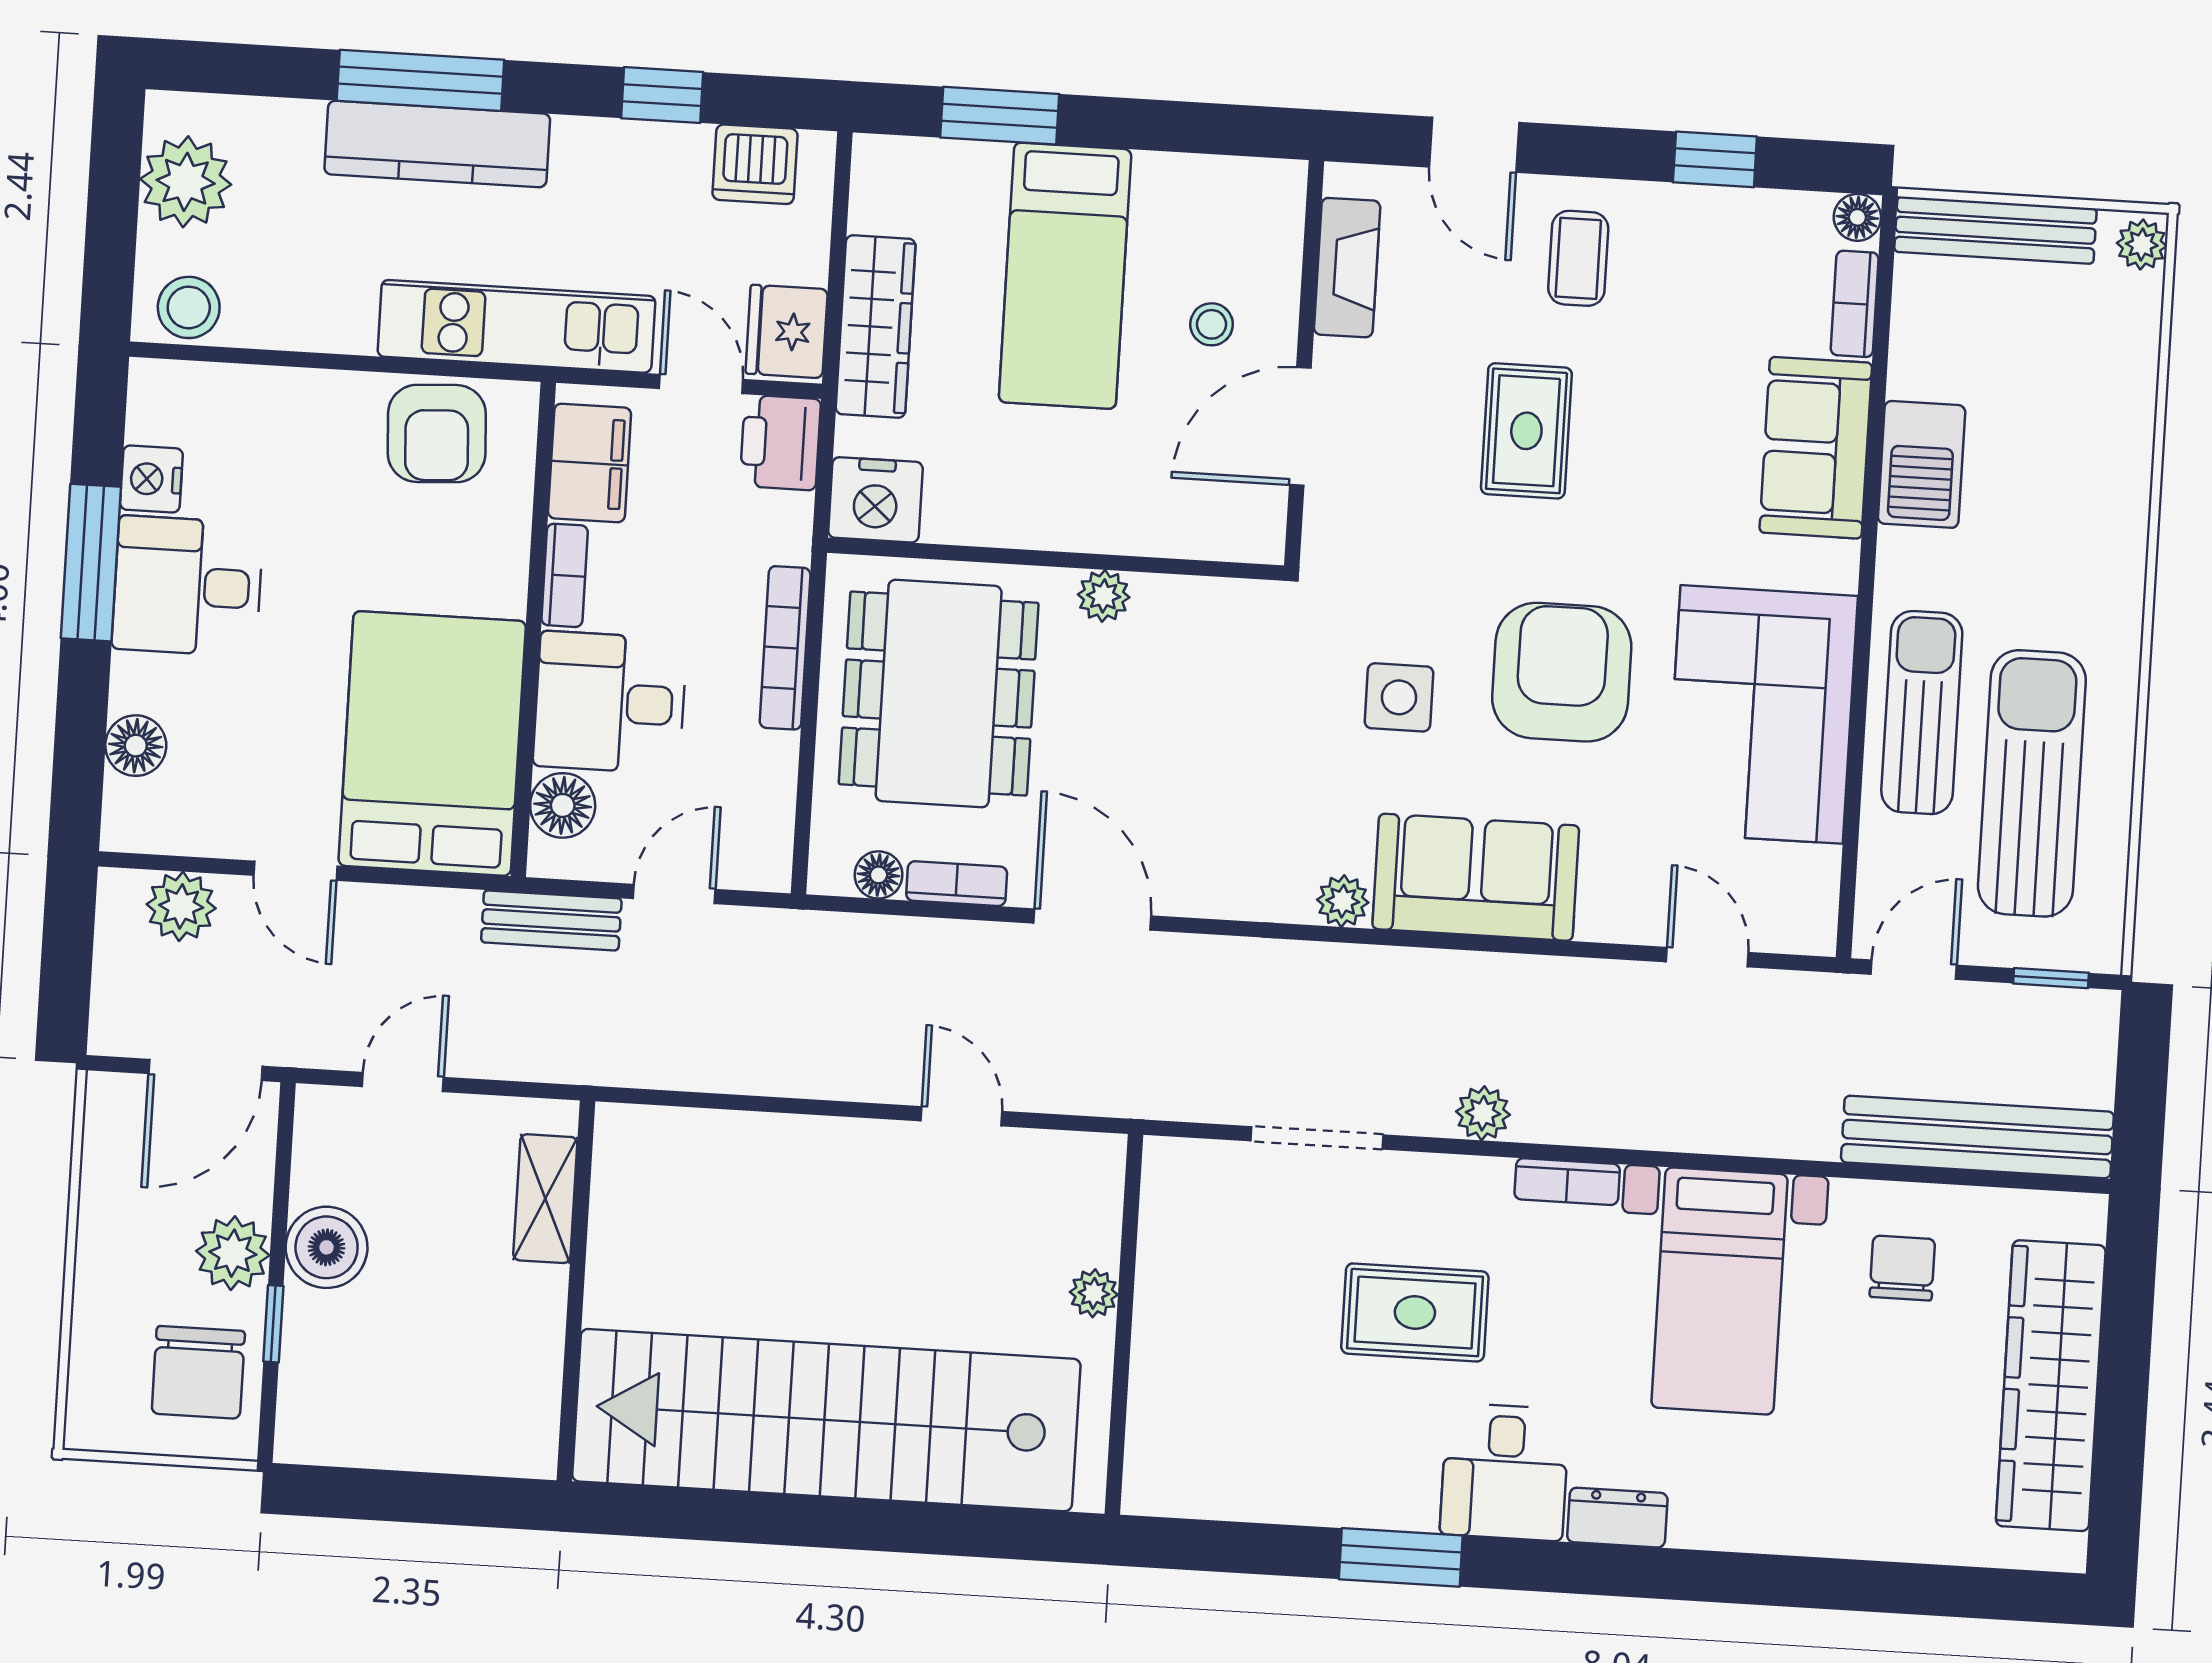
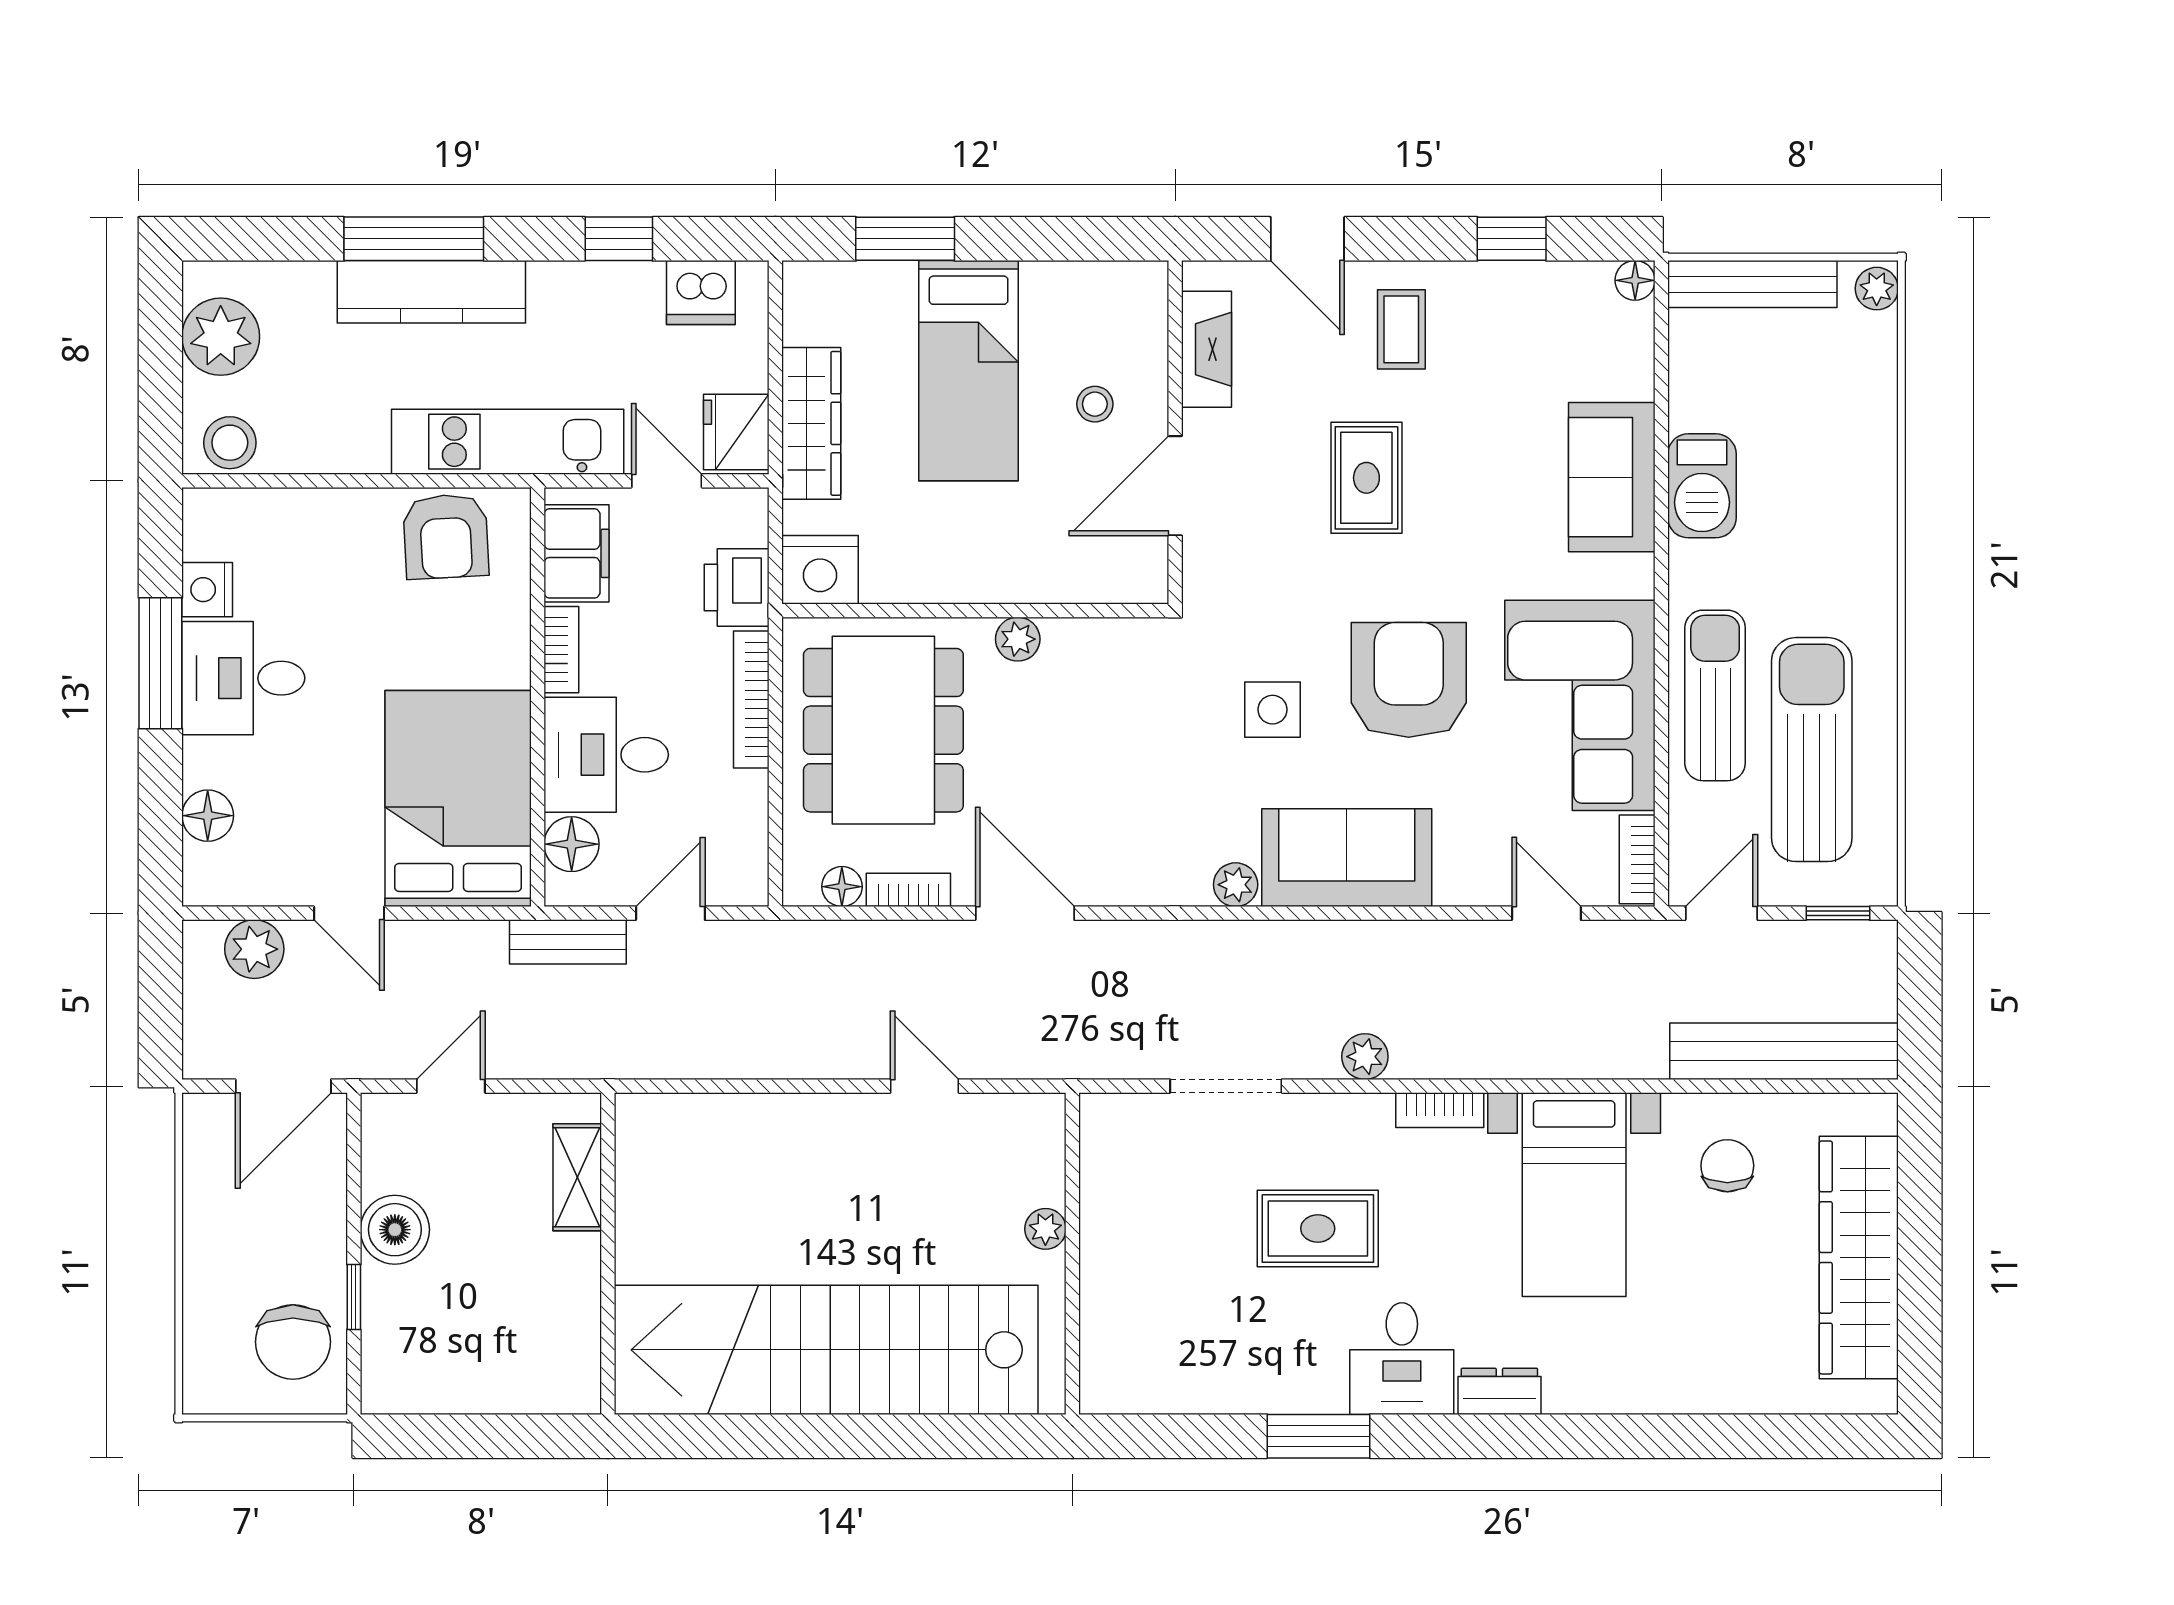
bookcase: (1855, 304) -> (1637, 859), moved
printer: (780, 443) -> (737, 588), moved
plant: (233, 1253) -> (316, 1239), removed

